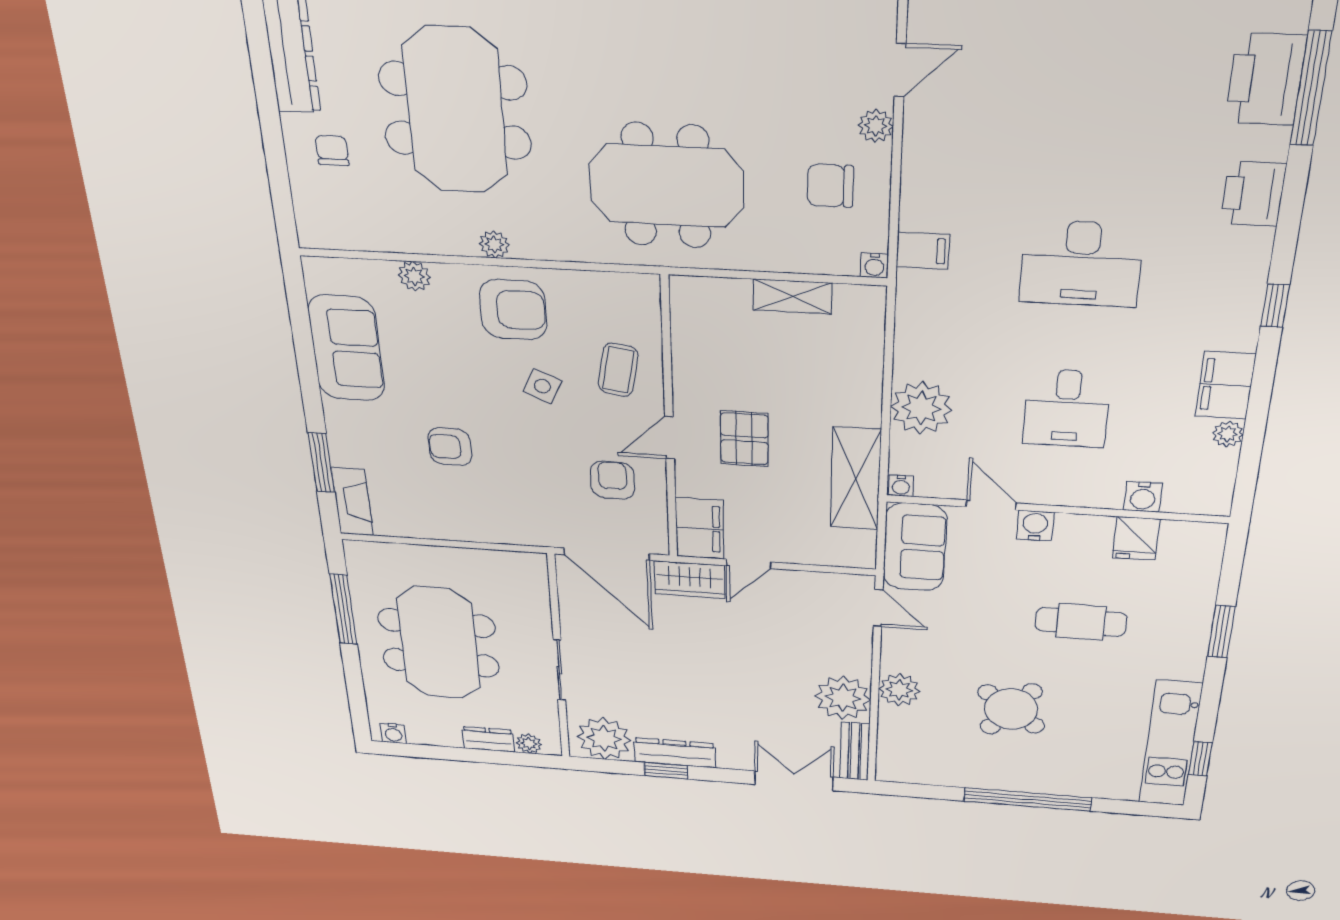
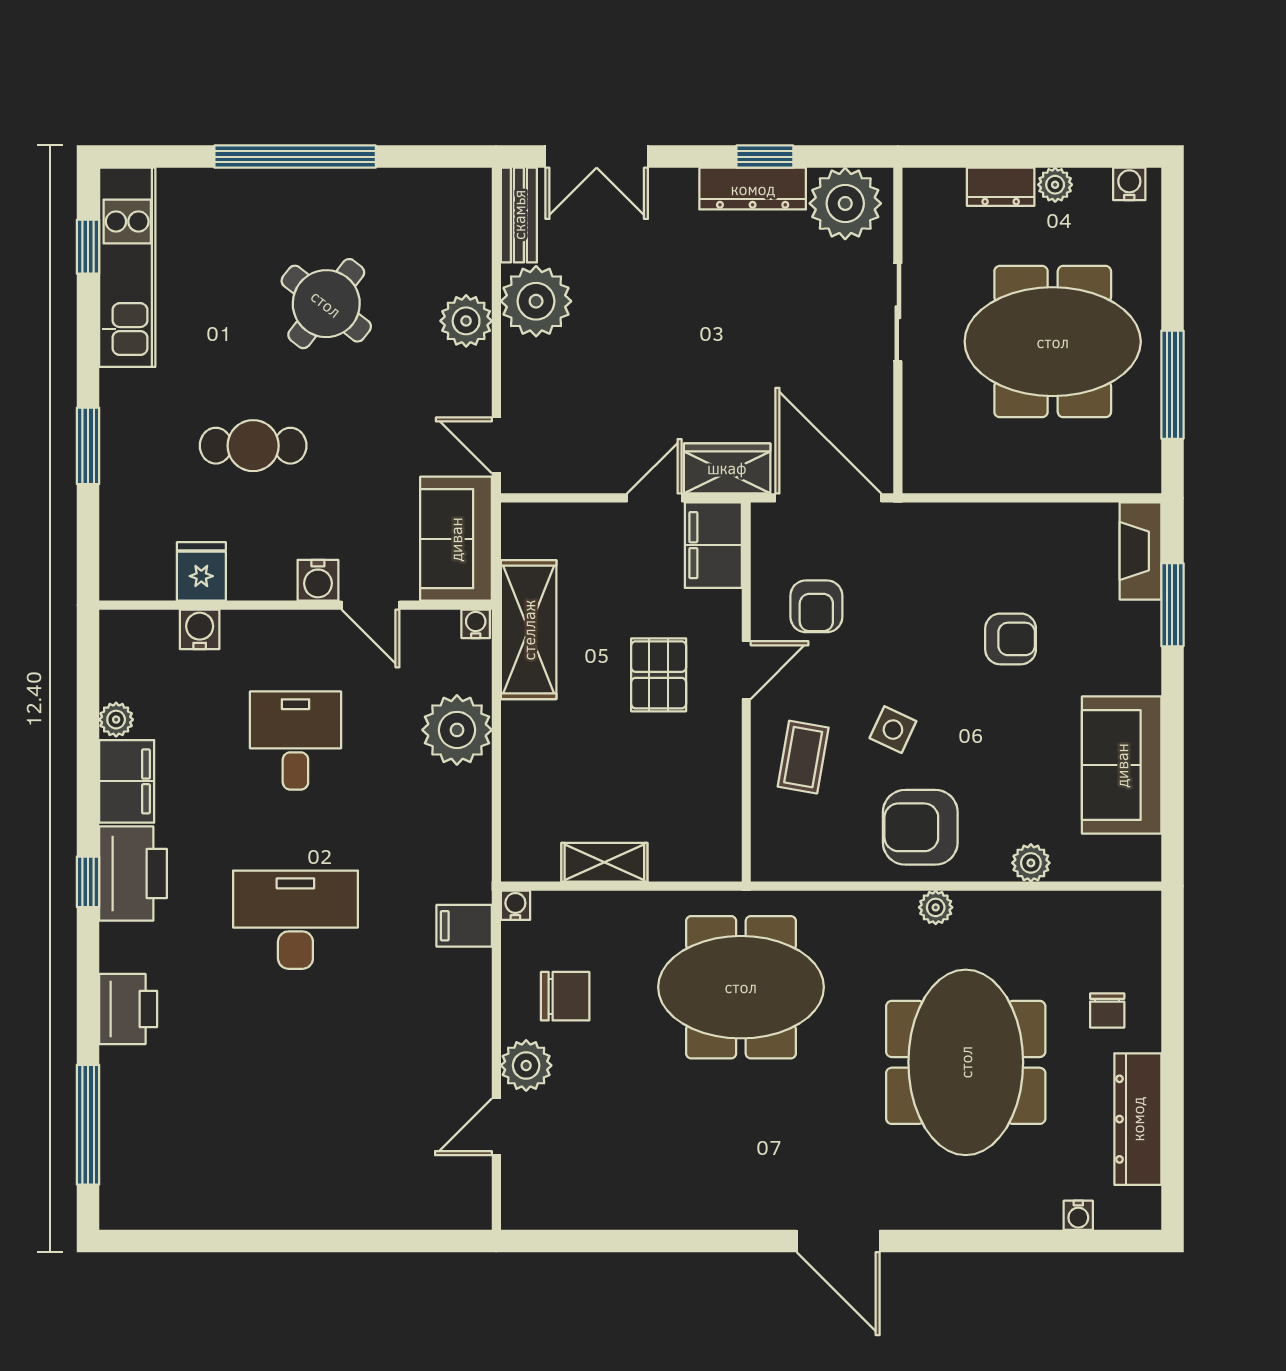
printer: (1266, 79) -> (133, 873), moved
plant: (876, 126) -> (526, 1065), width x1.38, depth x1.38
meeting table: (439, 643) -> (1053, 342), turned 90
plant: (529, 744) -> (1055, 185), moved

